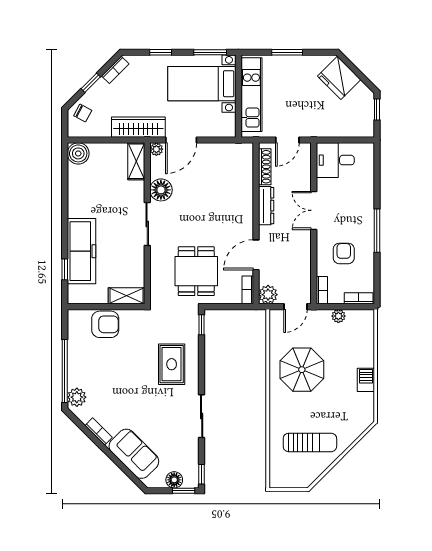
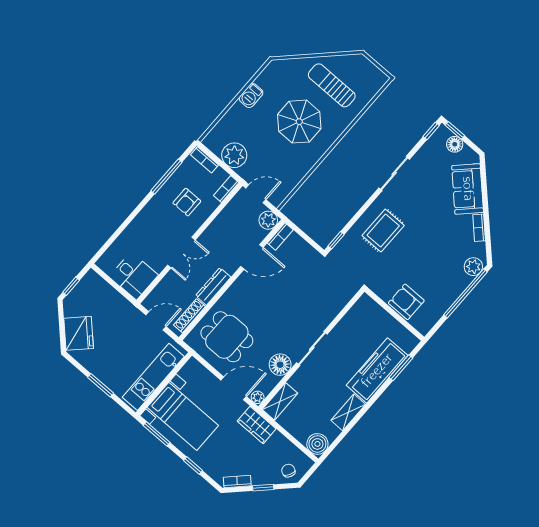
wardrobe: (138, 127) -> (257, 425), width x0.67
window: (377, 231) -> (166, 176), moved
window: (65, 269) -> (401, 368), width x1.50
dining table: (196, 271) -> (227, 337), moved, turned 90
shelving: (126, 296) -> (348, 412), moved, turned 90
plant: (338, 316) -> (234, 155), width x1.88, depth x1.88
parasol: (302, 370) -> (299, 122), moved

